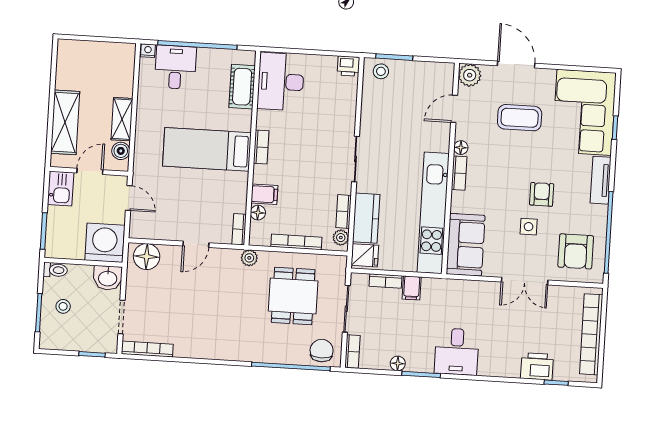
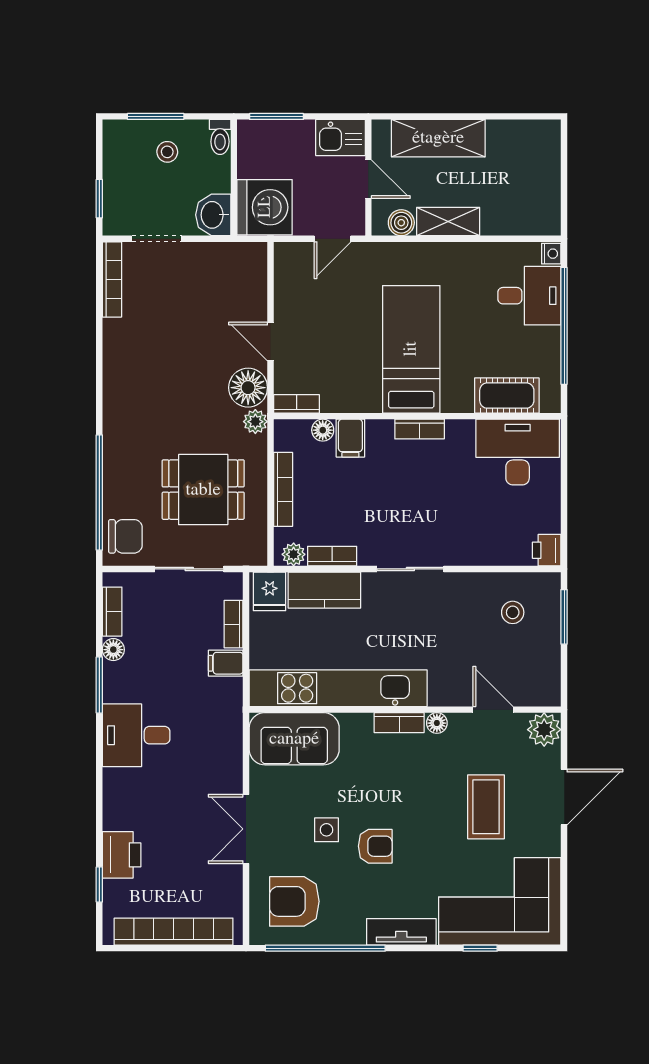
stool: (381, 71) -> (513, 612), moved
floor lamp: (147, 257) -> (248, 388), moved
bookcase: (352, 352) -> (112, 612), moved, turned -90

